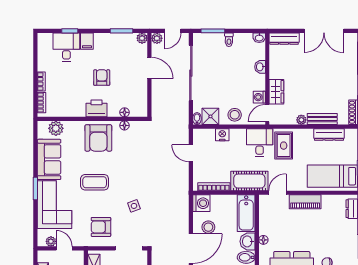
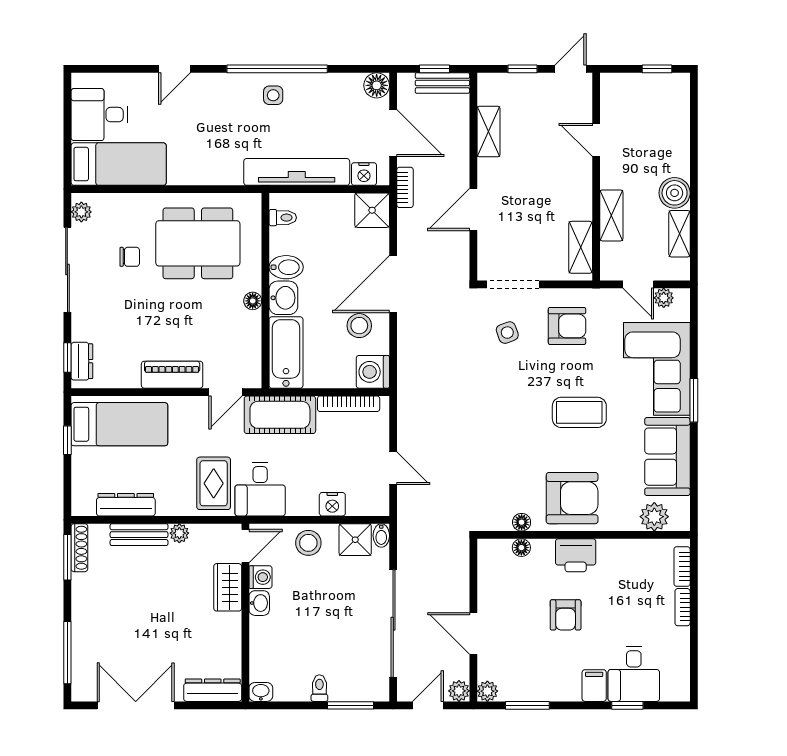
washbasin: (260, 67) -> (259, 603), moved
armchair: (98, 138) -> (572, 498), turned 90
side table: (134, 206) -> (507, 333), moved

